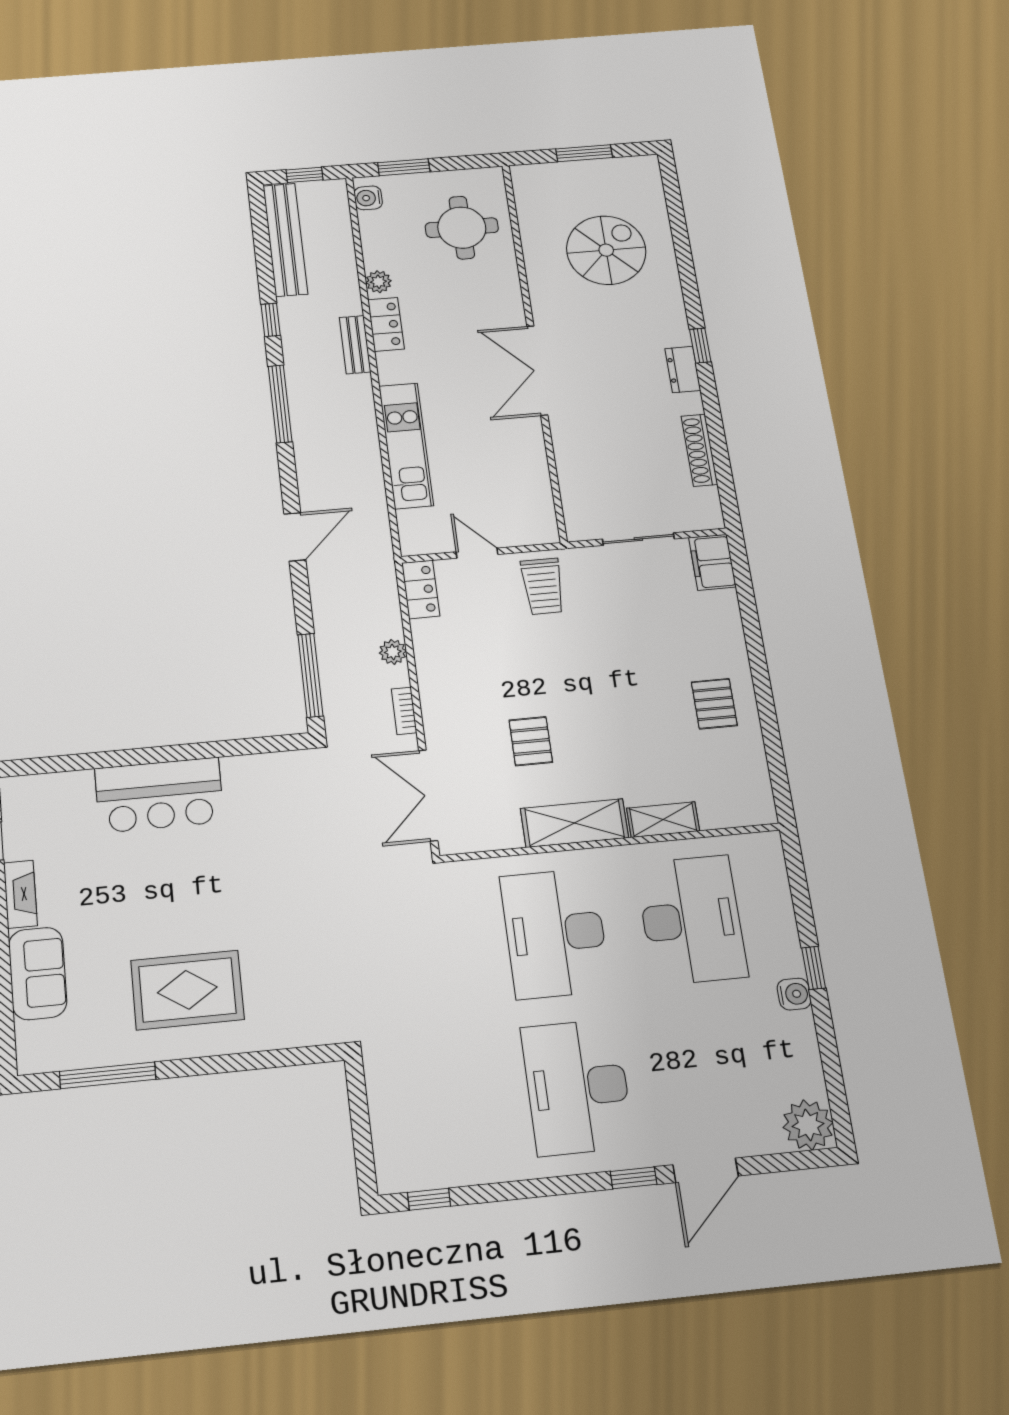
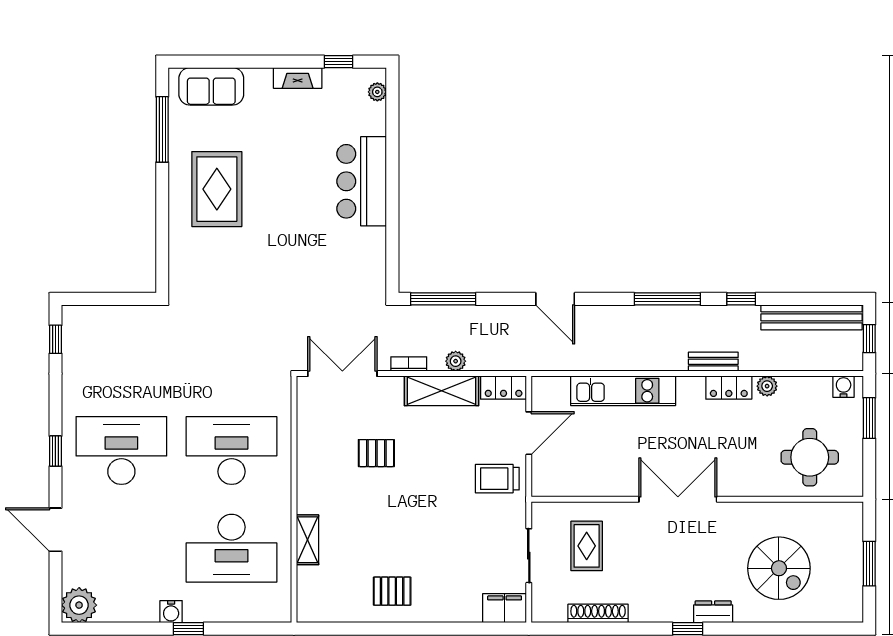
dresser: (683, 369) -> (713, 612), moved
rug: (614, 471) -> (587, 546), added
door: (477, 553) -> (529, 433), width x1.38
plant: (33, 786) -> (377, 92), added
shelving: (574, 823) -> (441, 391), moved, turned 90
sofa: (38, 973) -> (211, 86), moved
window: (634, 1178) -> (55, 451), moved

